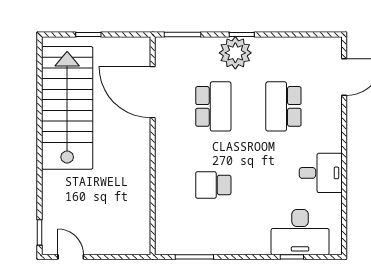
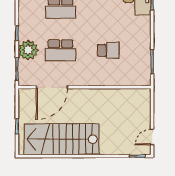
plant: (235, 53) -> (28, 50), moved
school desk: (213, 106) -> (61, 50), turned 180
school desk: (213, 185) -> (108, 50), turned -90

